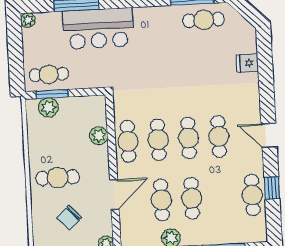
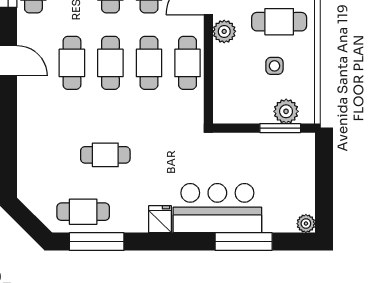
fridge: (247, 63) -> (160, 219), moved, turned -90
cafe table: (49, 74) -> (105, 155), moved
plant: (99, 136) -> (224, 31), moved
side table: (59, 143) -> (274, 66), added

